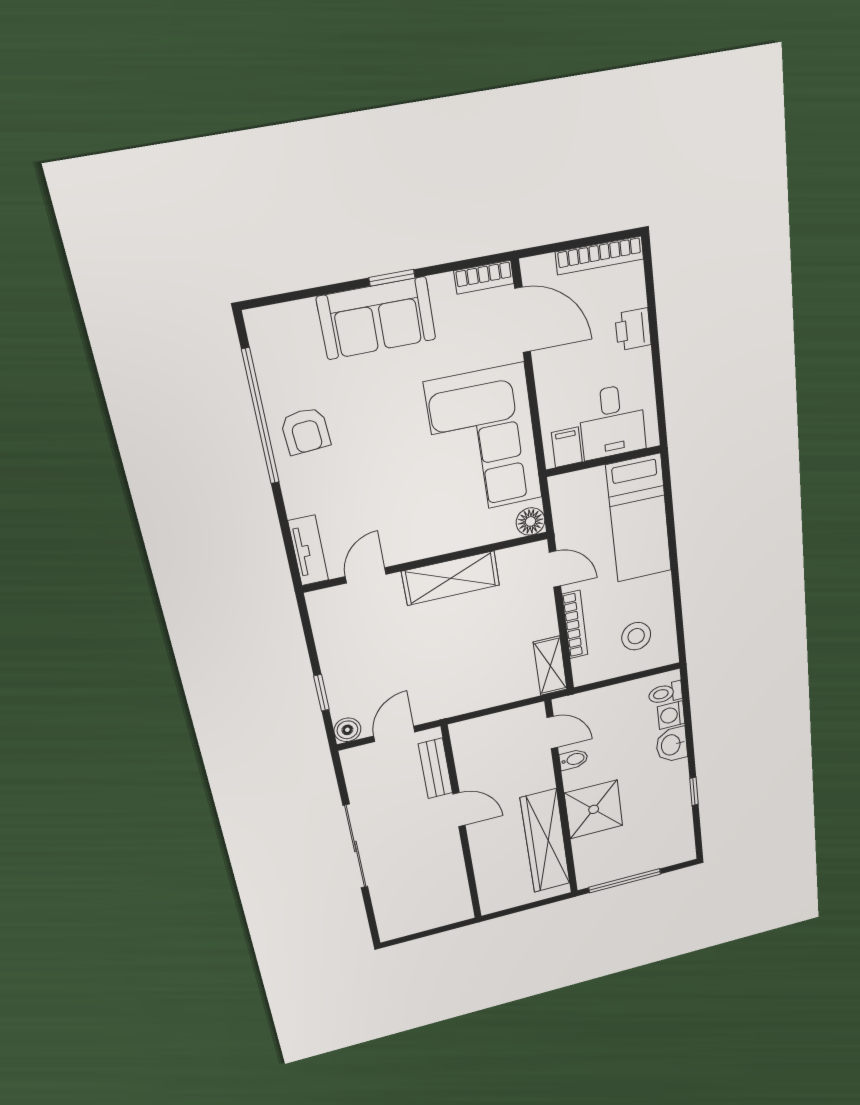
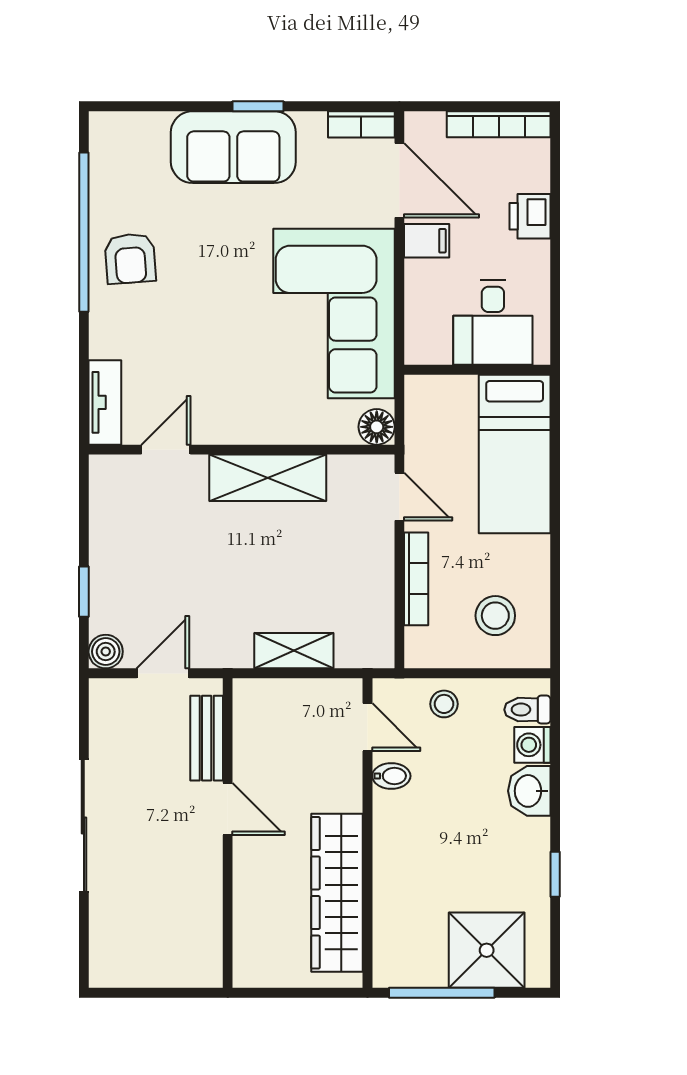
filing cabinet: (567, 447) -> (427, 241), moved, turned 90
shelving: (550, 666) -> (294, 651), moved, turned 90
stool: (606, 704) -> (444, 704), added
shower: (594, 809) -> (487, 950), moved

